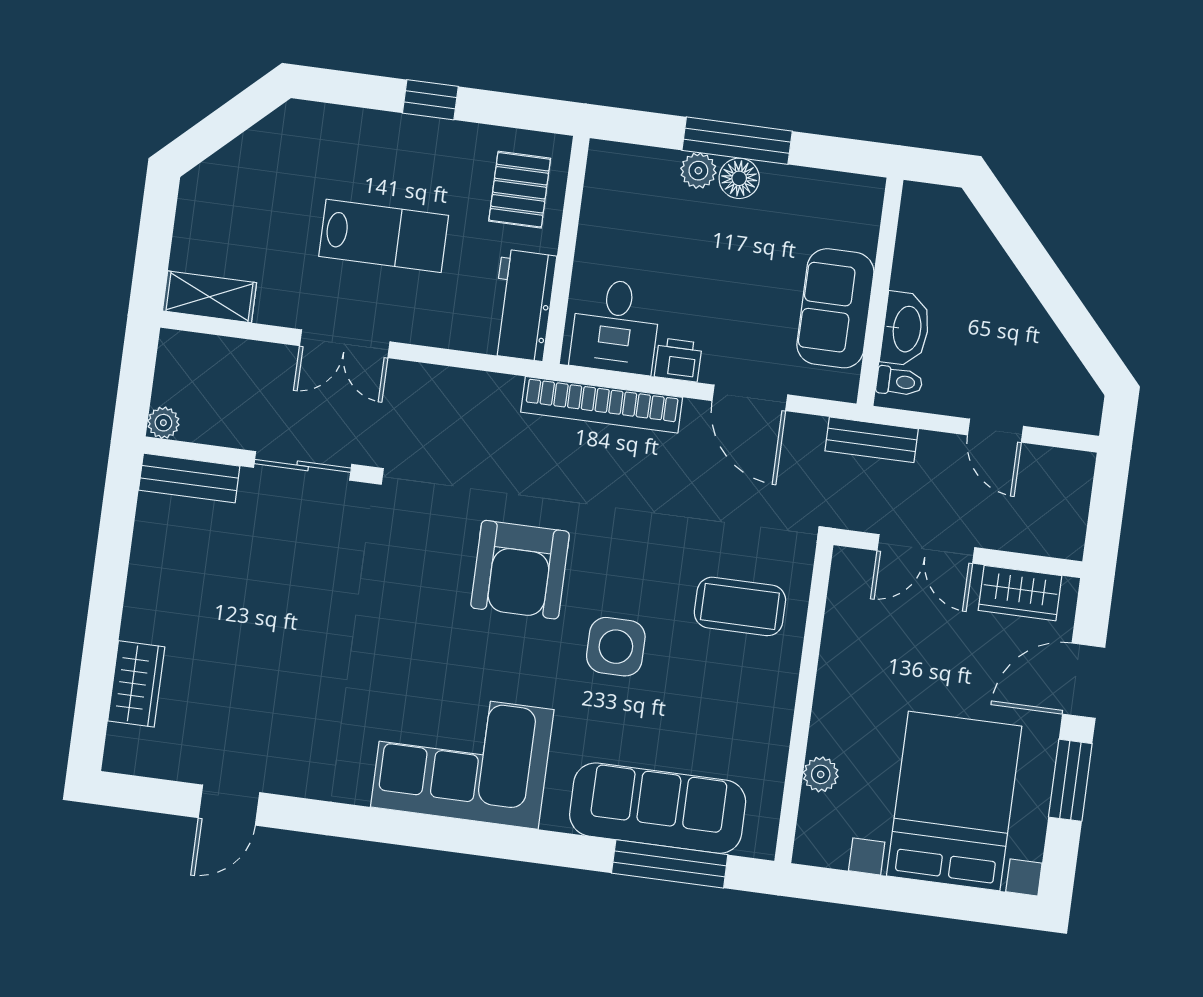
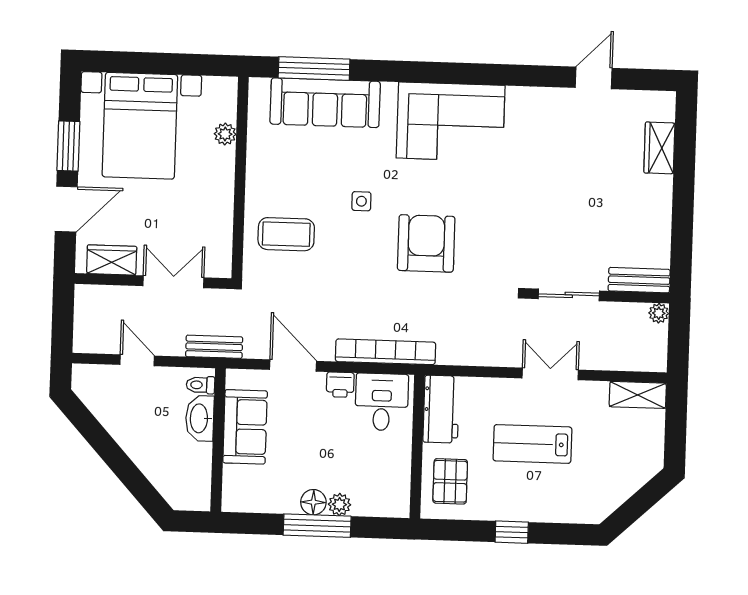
side table: (616, 647) -> (361, 201), width x0.54, depth x0.54

